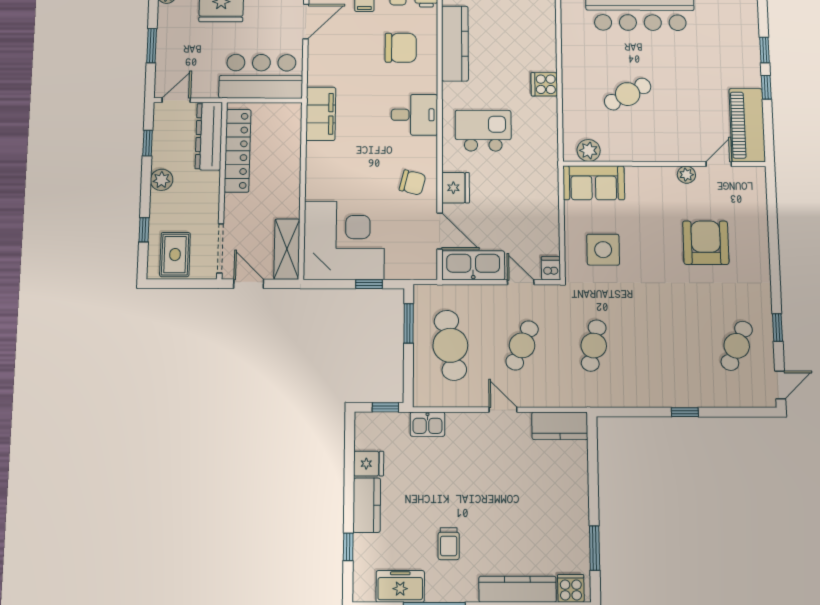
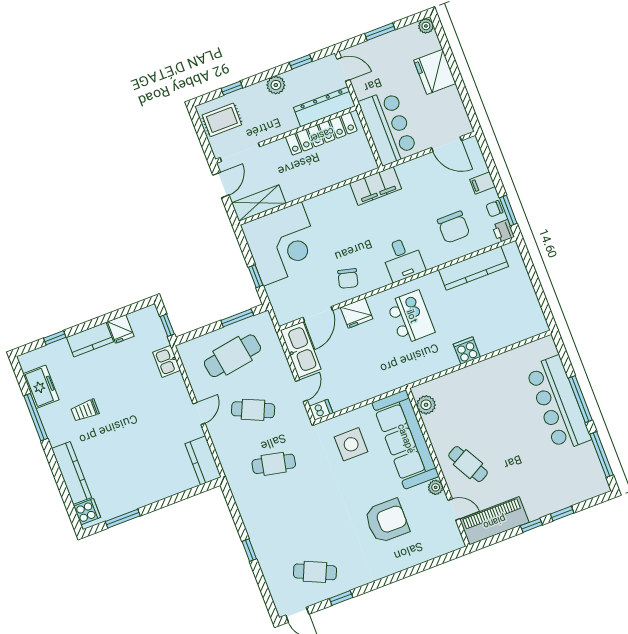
cafe table: (628, 94) -> (468, 464), moved
sofa: (594, 183) -> (405, 439), width x1.85, depth x1.27

